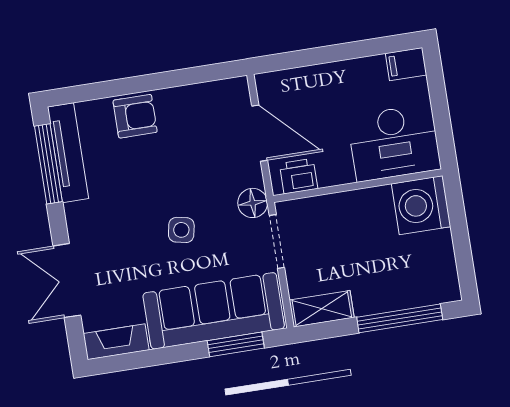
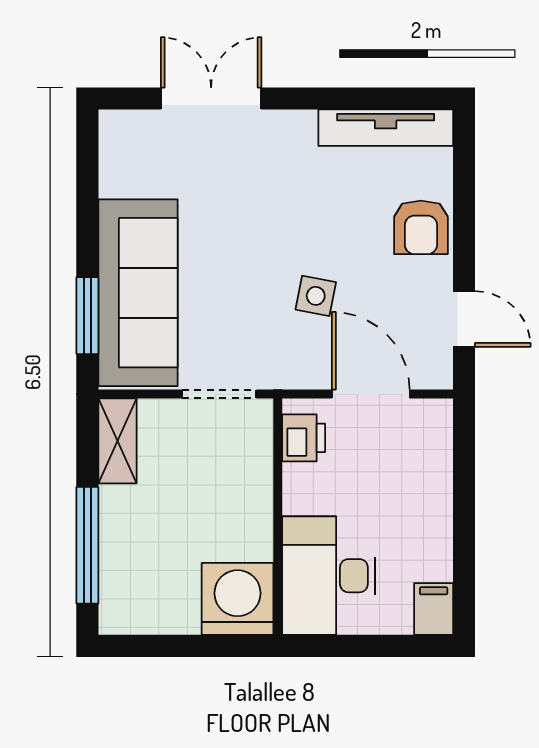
door: (196, 75) -> (464, 319), added
door: (260, 133) -> (371, 394), swing flipped
window: (48, 164) -> (374, 98), removed
floor lamp: (253, 203) -> (277, 369), removed
side table: (181, 230) -> (316, 296), moved
fireplace: (116, 342) -> (117, 153), removed

